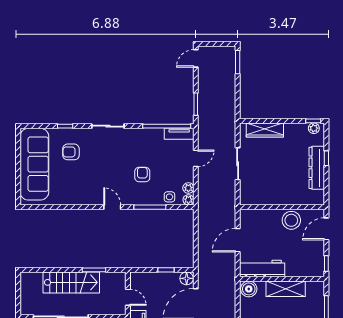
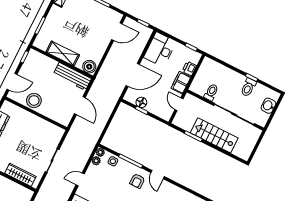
armchair: (142, 175) -> (137, 181), moved
door: (238, 240) -> (80, 106), hinge flipped
floor lamp: (187, 278) -> (141, 102), moved

